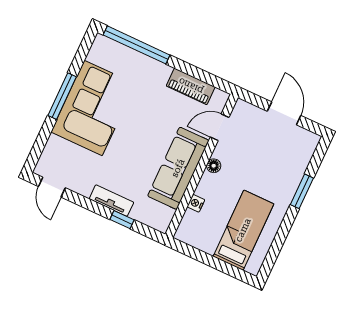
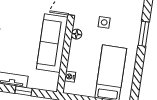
side table: (255, 161) -> (104, 22), added
nightstand: (196, 203) -> (70, 77), moved

